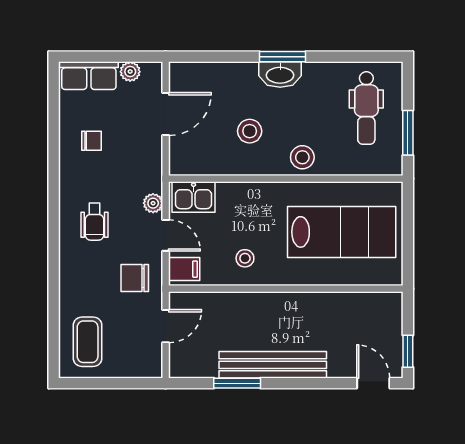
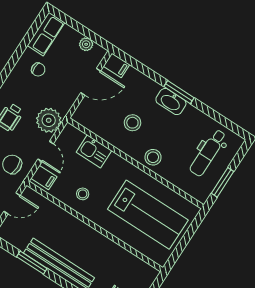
filing cabinet: (184, 73) -> (117, 65), added
row of seats: (89, 76) -> (46, 34), moved, turned -90
kitchen sink: (194, 197) -> (94, 151), moved
plant: (153, 203) -> (49, 120), width x1.88, depth x1.88

